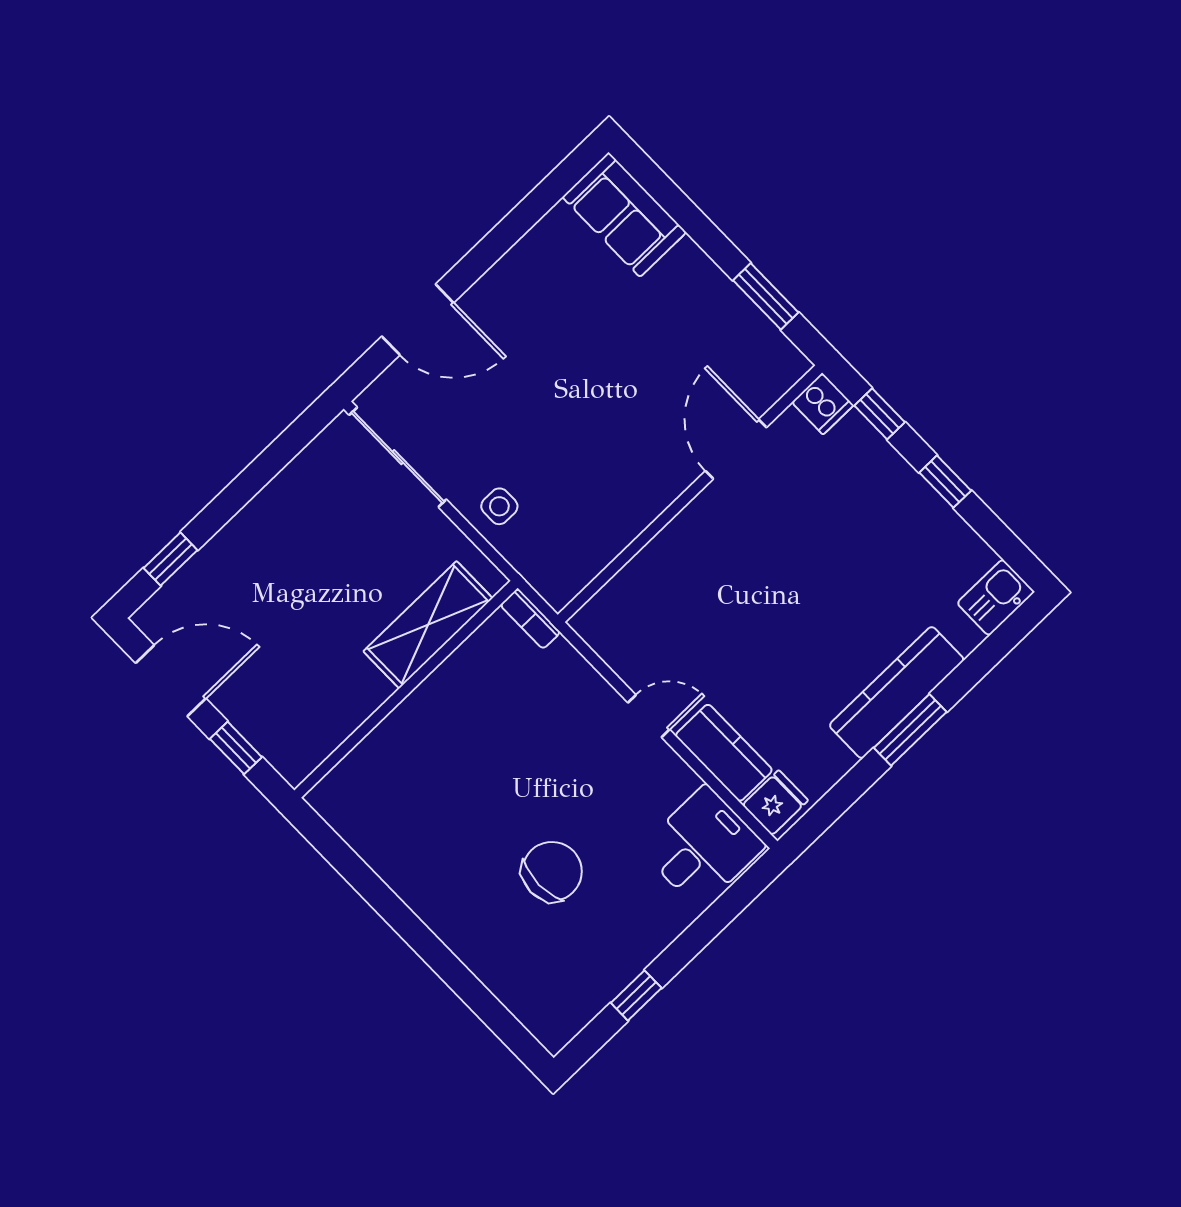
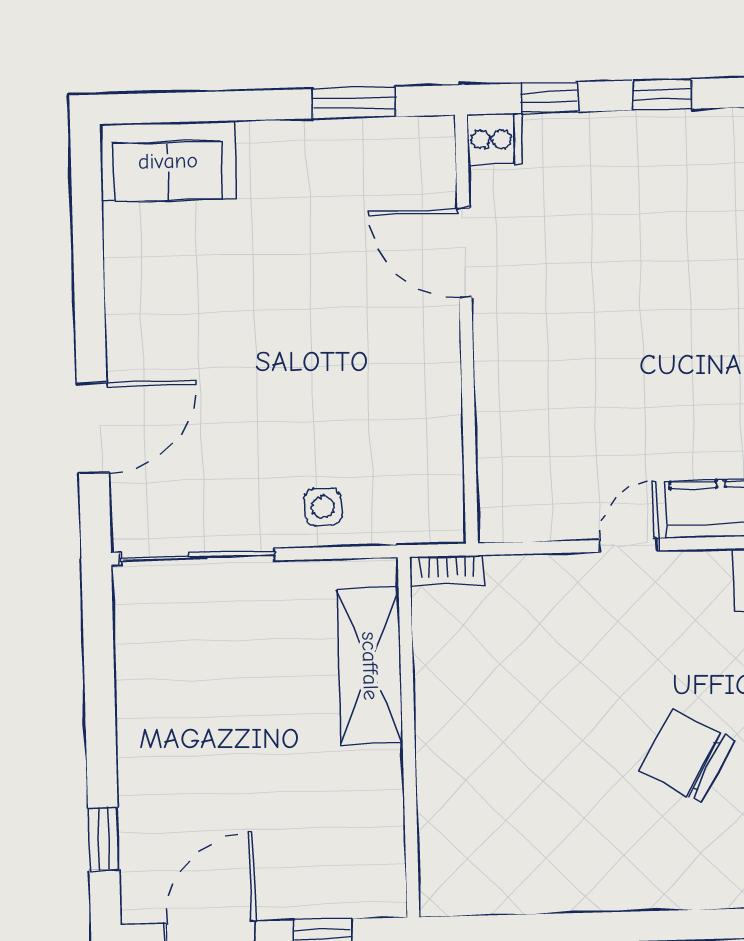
chair: (552, 871) -> (687, 756), turned -61

